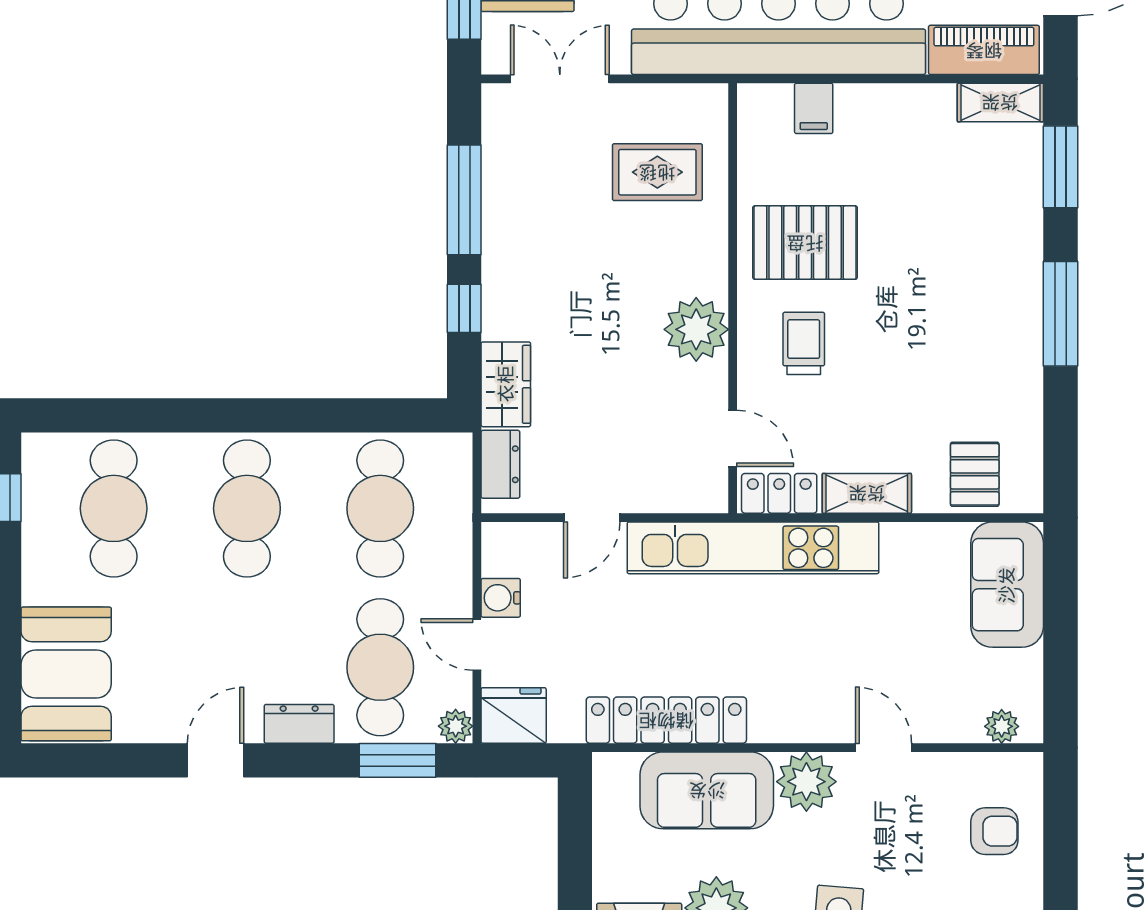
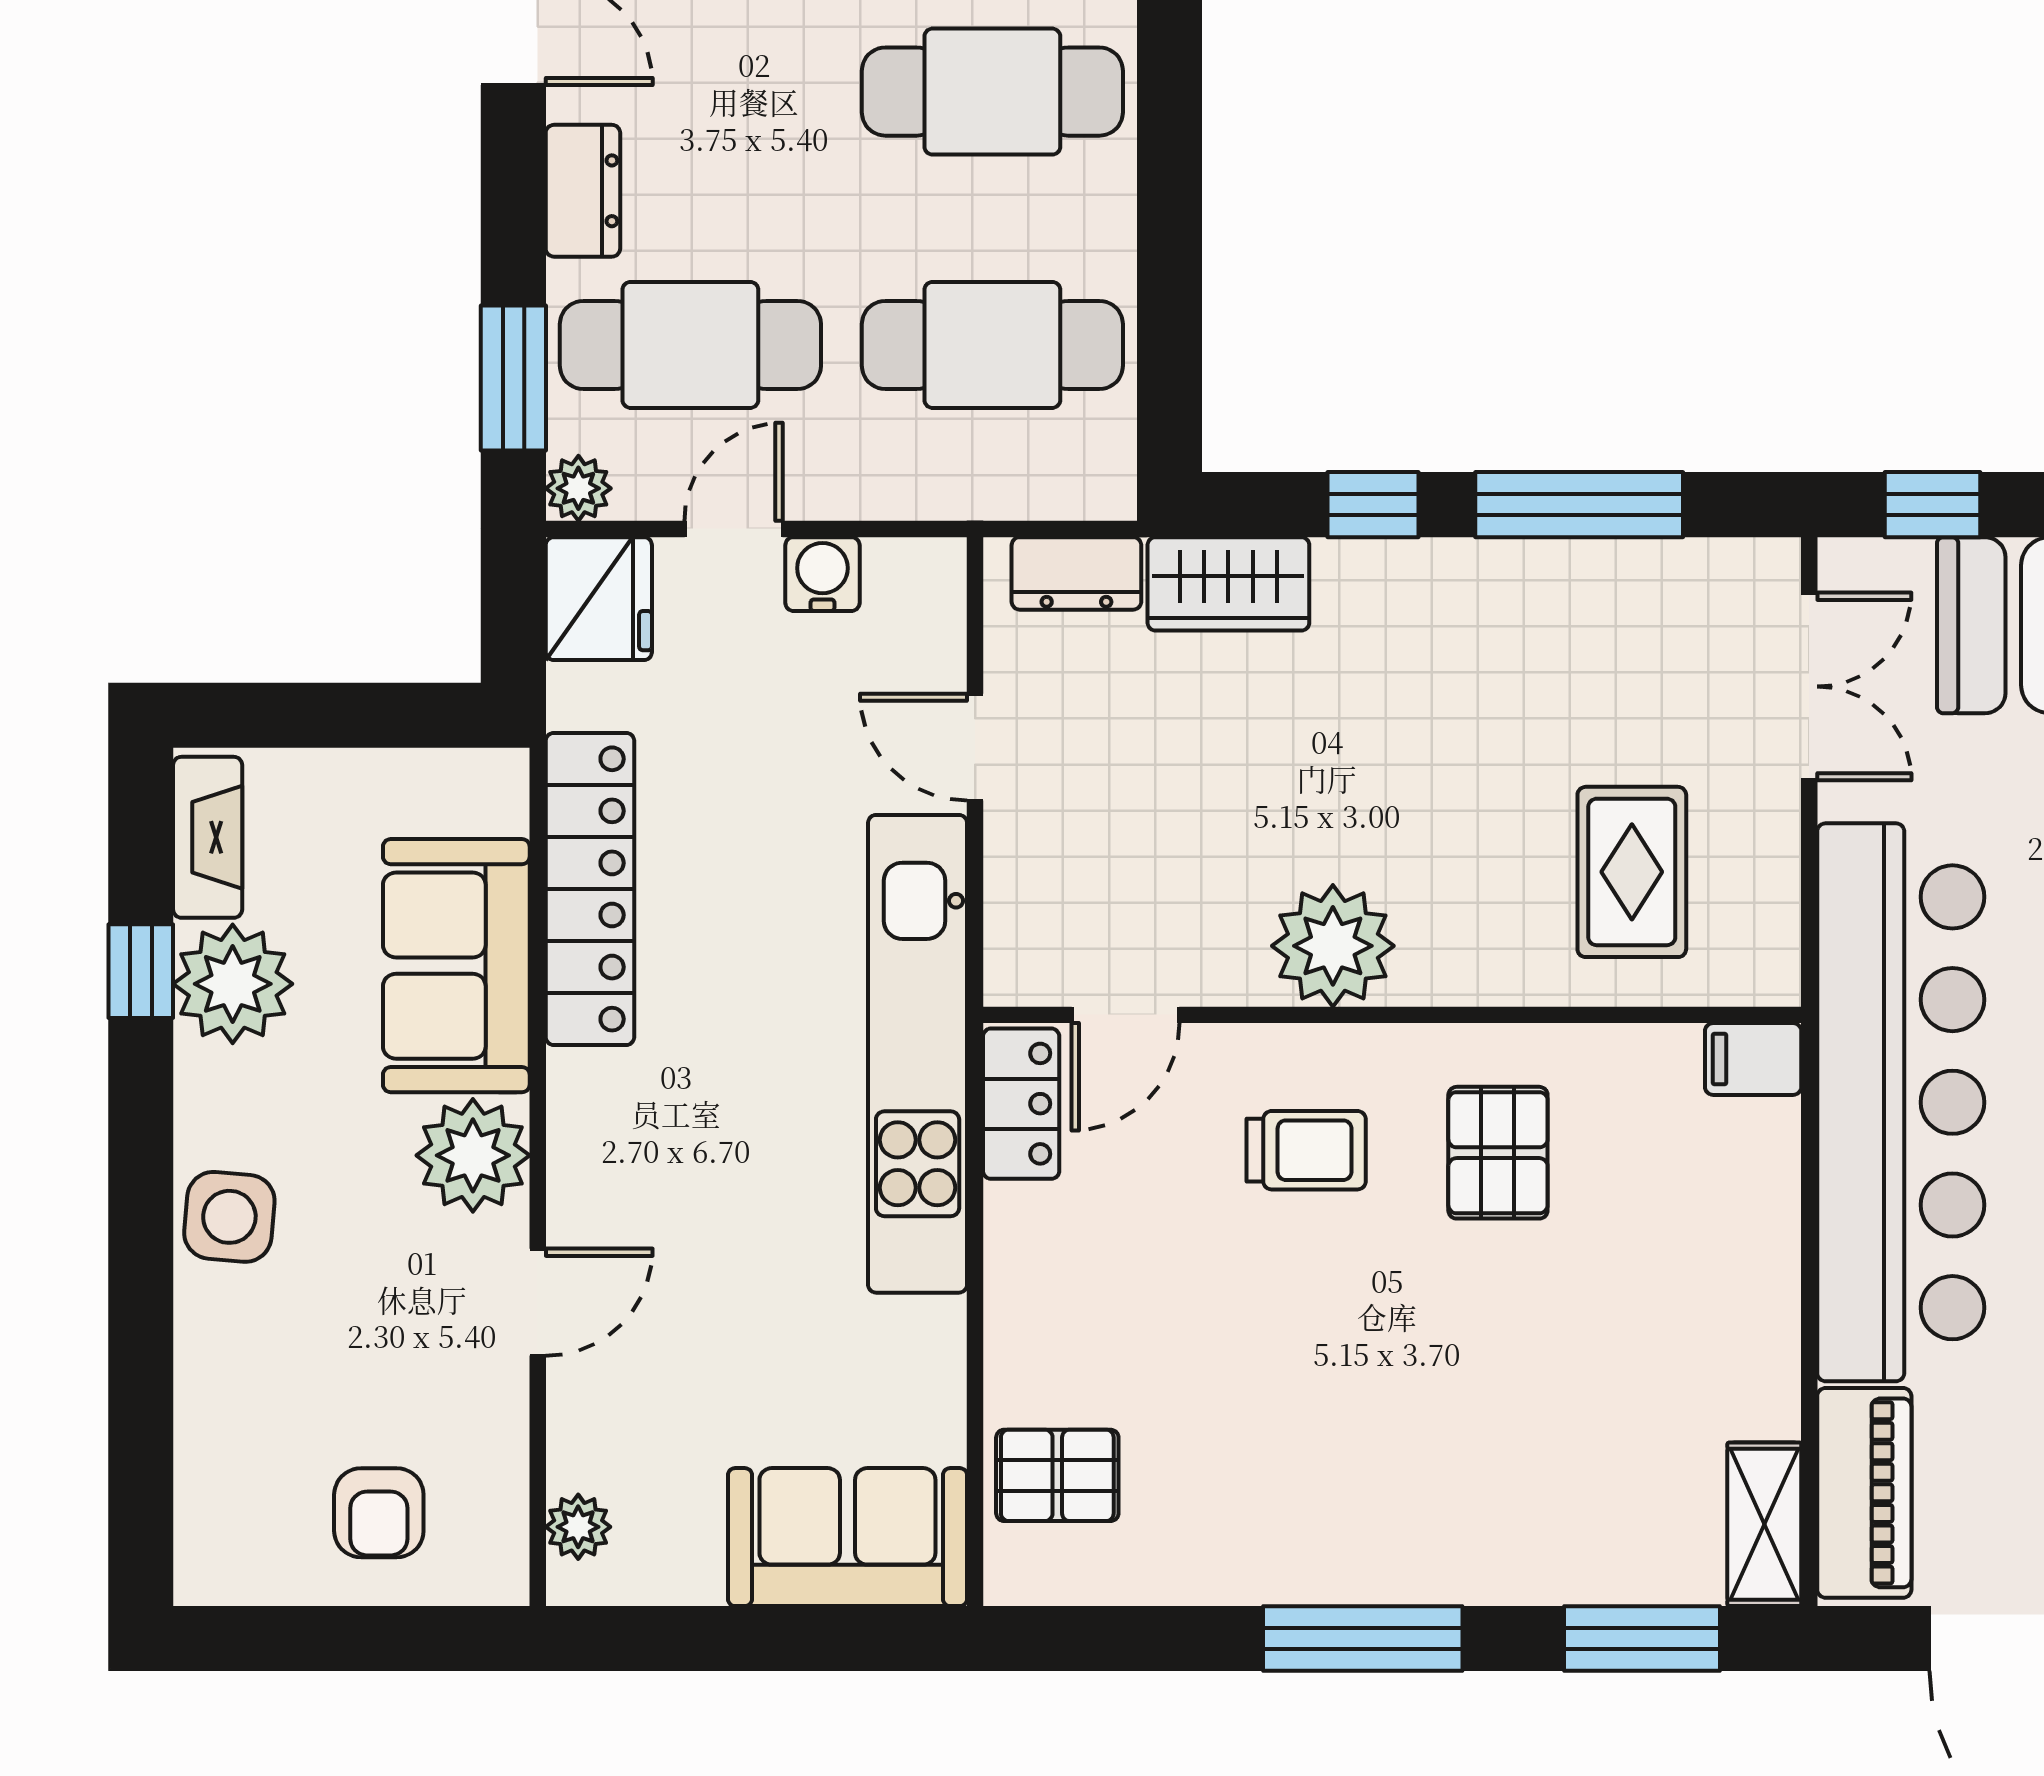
filing cabinet: (814, 108) -> (1753, 1059), moved
pallet: (805, 243) -> (1498, 1153), width x0.67, depth x0.71
shelving: (867, 493) -> (1021, 1270), removed

